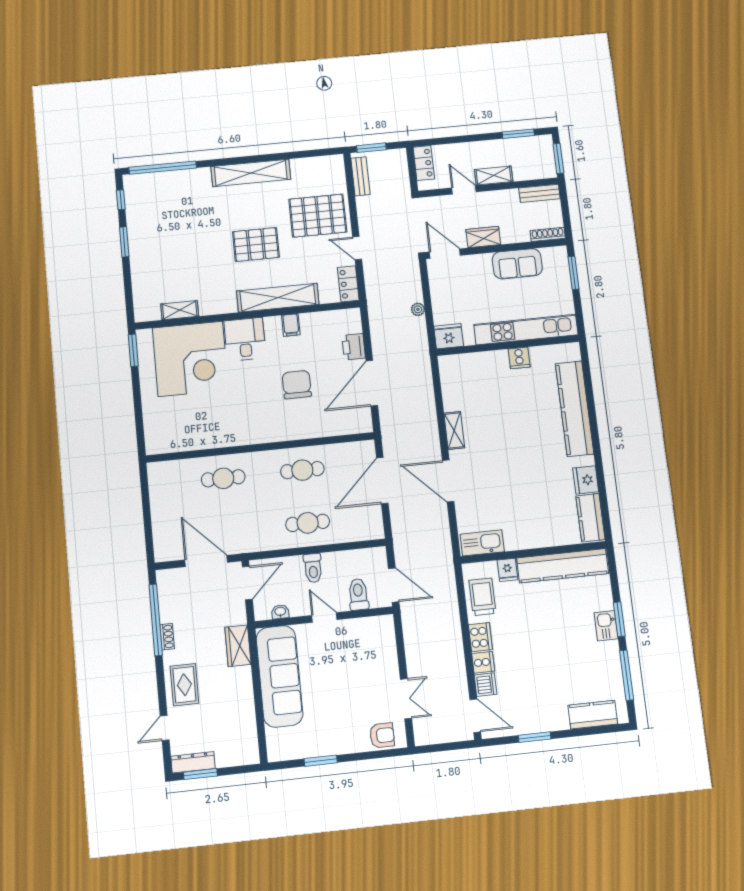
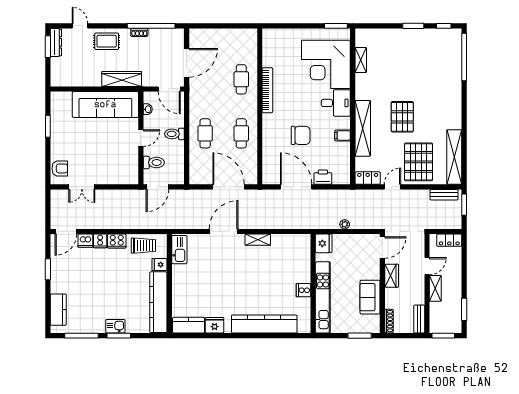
shelving: (251, 173) -> (454, 157), moved
bookcase: (236, 439) -> (267, 90), added
wardrobe: (238, 646) -> (122, 79), width x1.50
armchair: (382, 735) -> (60, 168), turned -90

